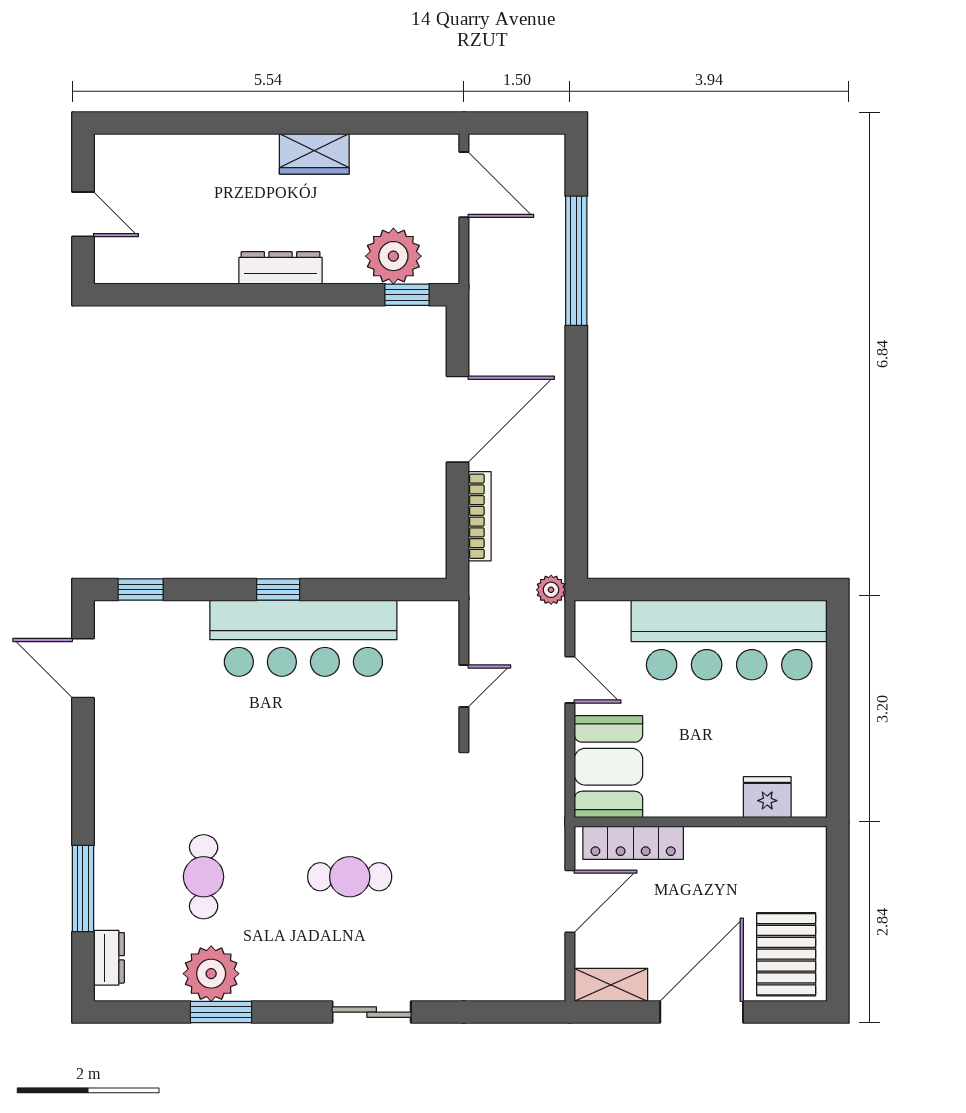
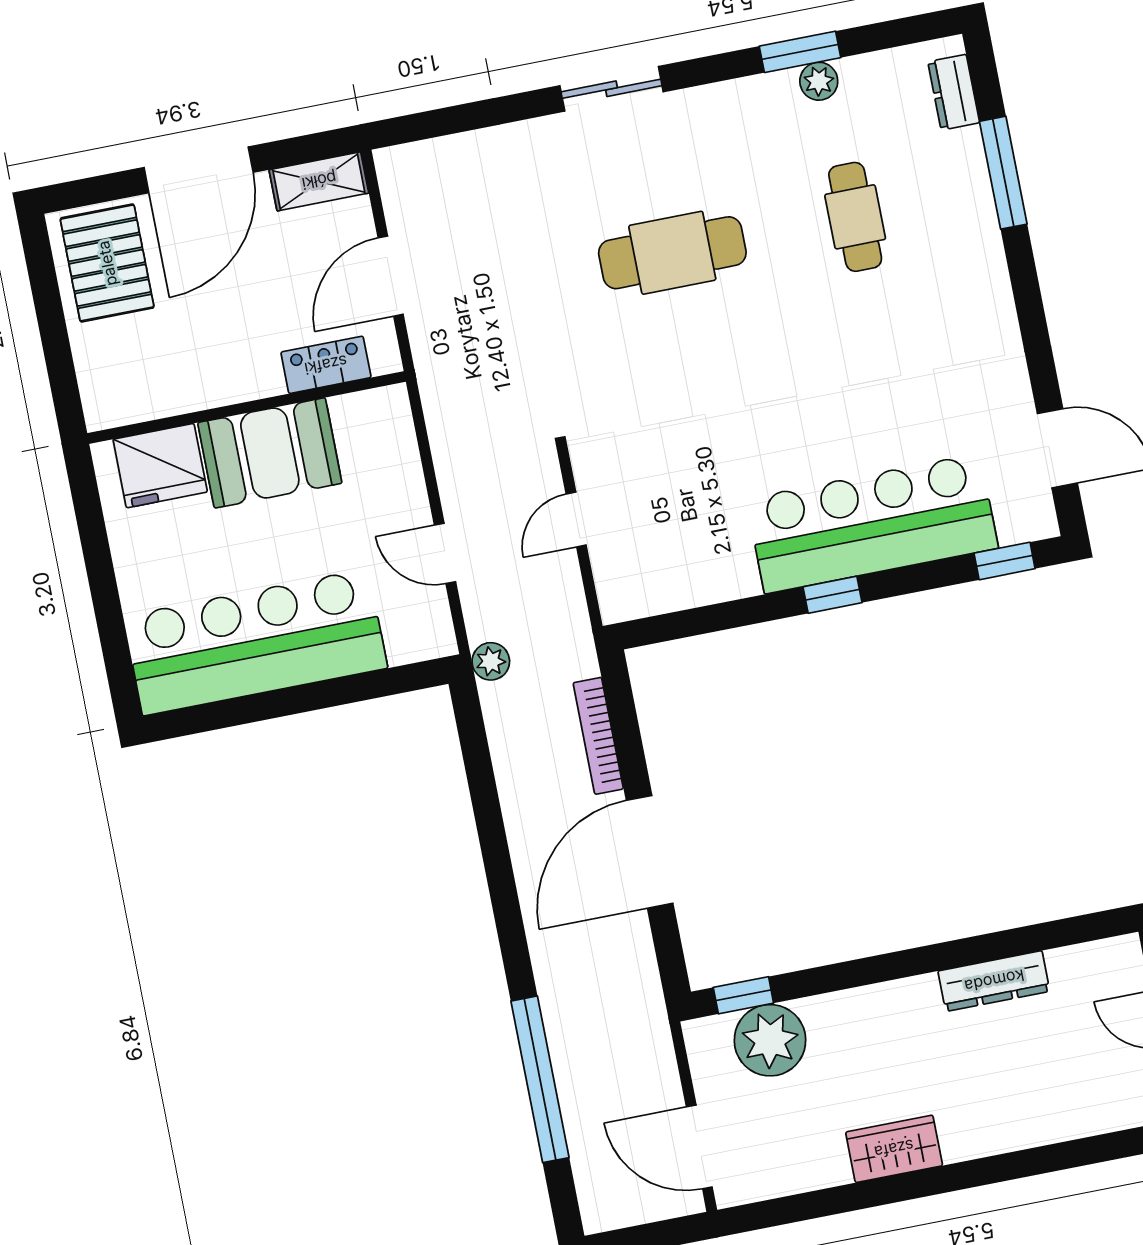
dresser: (281, 268) -> (994, 981), moved
bar counter: (303, 638) -> (872, 524), moved
booth: (608, 767) -> (270, 453), moved, turned 90
fridge: (767, 797) -> (160, 466), width x1.36, depth x1.34
locker: (633, 843) -> (326, 365), width x0.66
cafe table: (350, 877) -> (672, 253), width x1.37, depth x1.35
plant: (211, 974) -> (819, 81), width x0.53, depth x0.53

